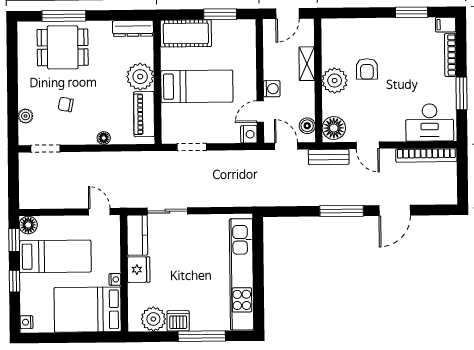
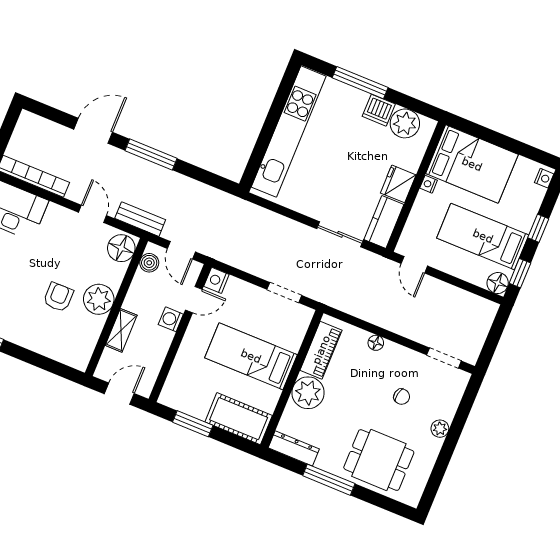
window: (64, 16) -> (329, 480), moved
plant: (26, 116) -> (440, 429), moved

